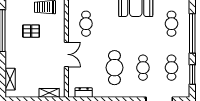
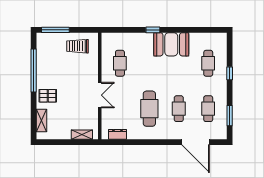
pallet: (31, 31) -> (48, 96), moved
window: (192, 33) -> (230, 73), width x0.32

